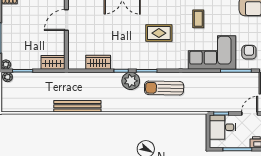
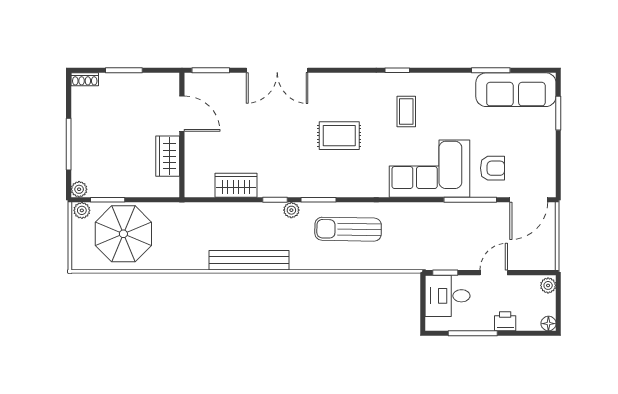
door: (66, 20) -> (182, 114), swing flipped
armchair: (249, 52) -> (492, 168), turned 90
wardrobe: (53, 62) -> (168, 156), moved, turned -90
plant: (131, 81) -> (291, 210), width x0.53, depth x0.53
parasol: (32, 91) -> (123, 234), added
bench: (77, 106) -> (249, 260), moved

